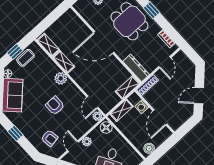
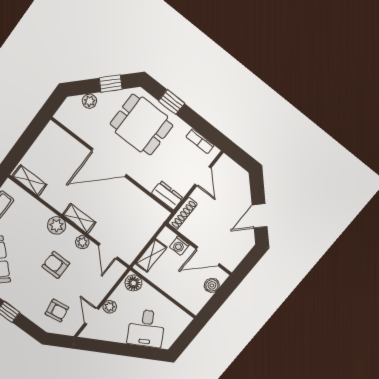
shelving: (64, 62) -> (79, 219), moved
dresser: (136, 68) -> (167, 195), width x0.70
shelving: (128, 88) -> (154, 222), removed
plant: (97, 116) -> (82, 242), moved
door: (160, 117) -> (208, 256), hinge flipped
boiler: (149, 148) -> (212, 285), moved

